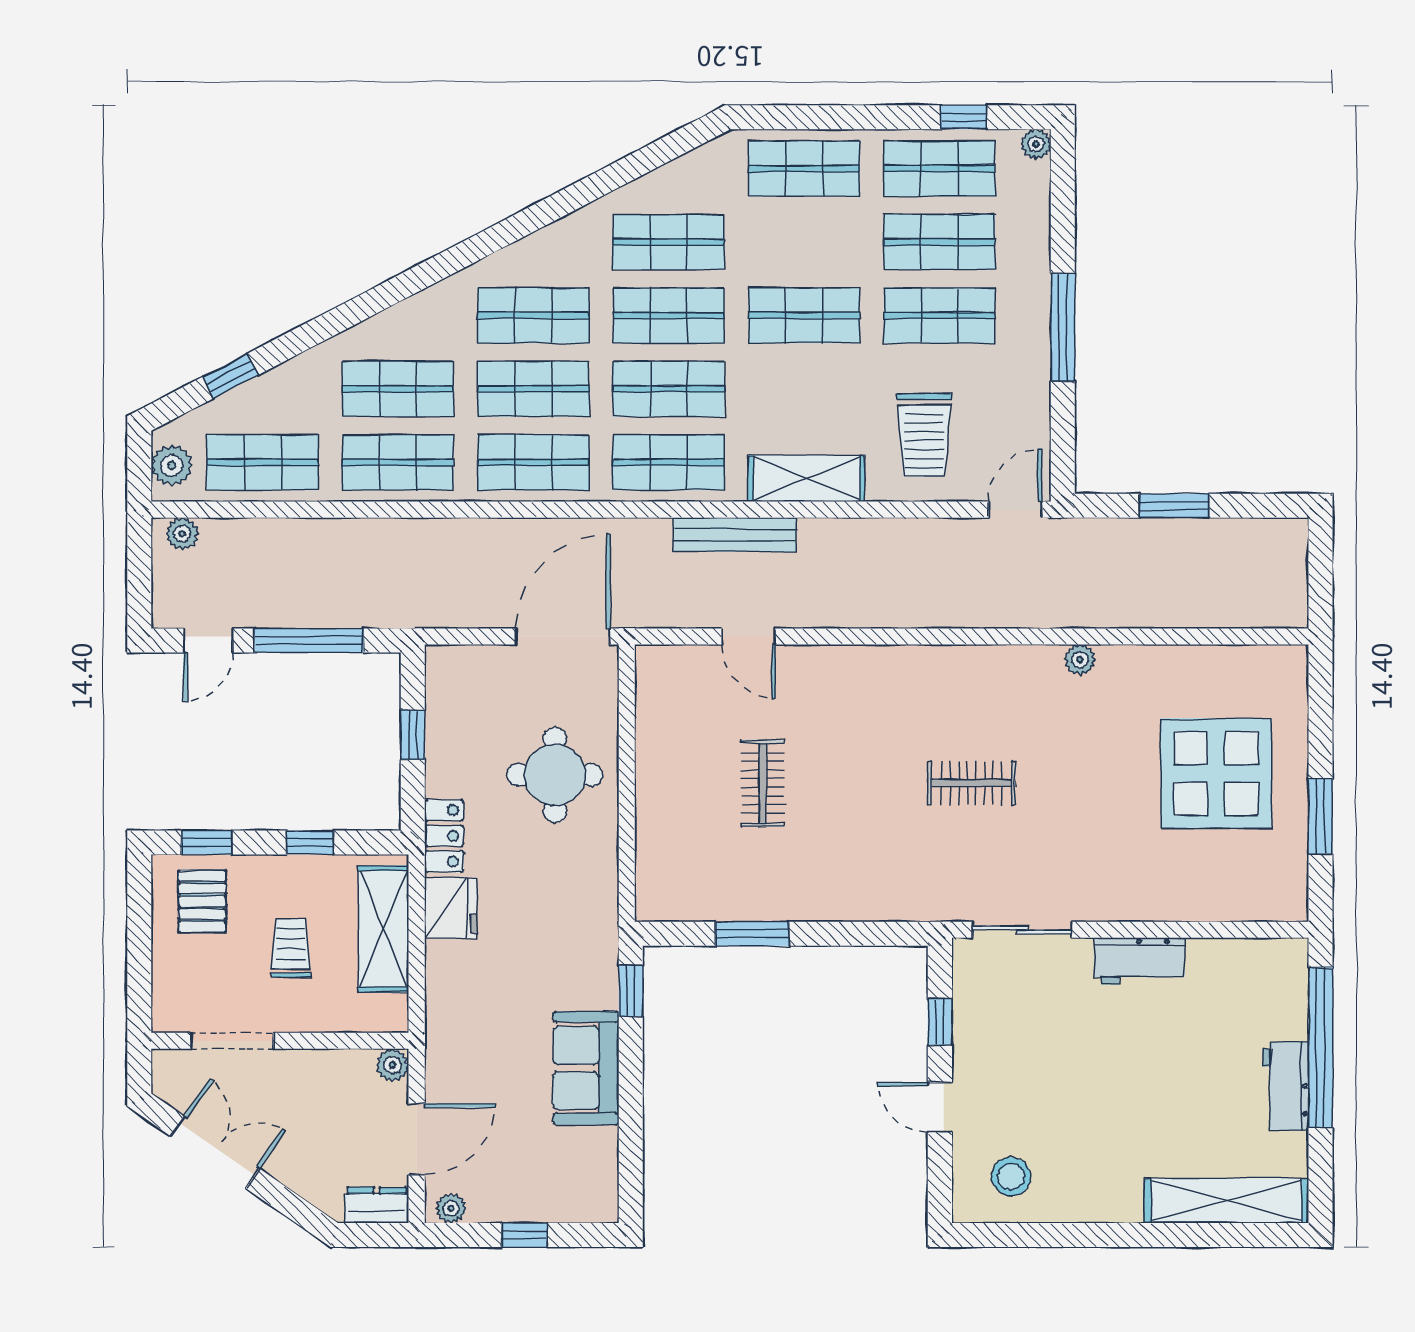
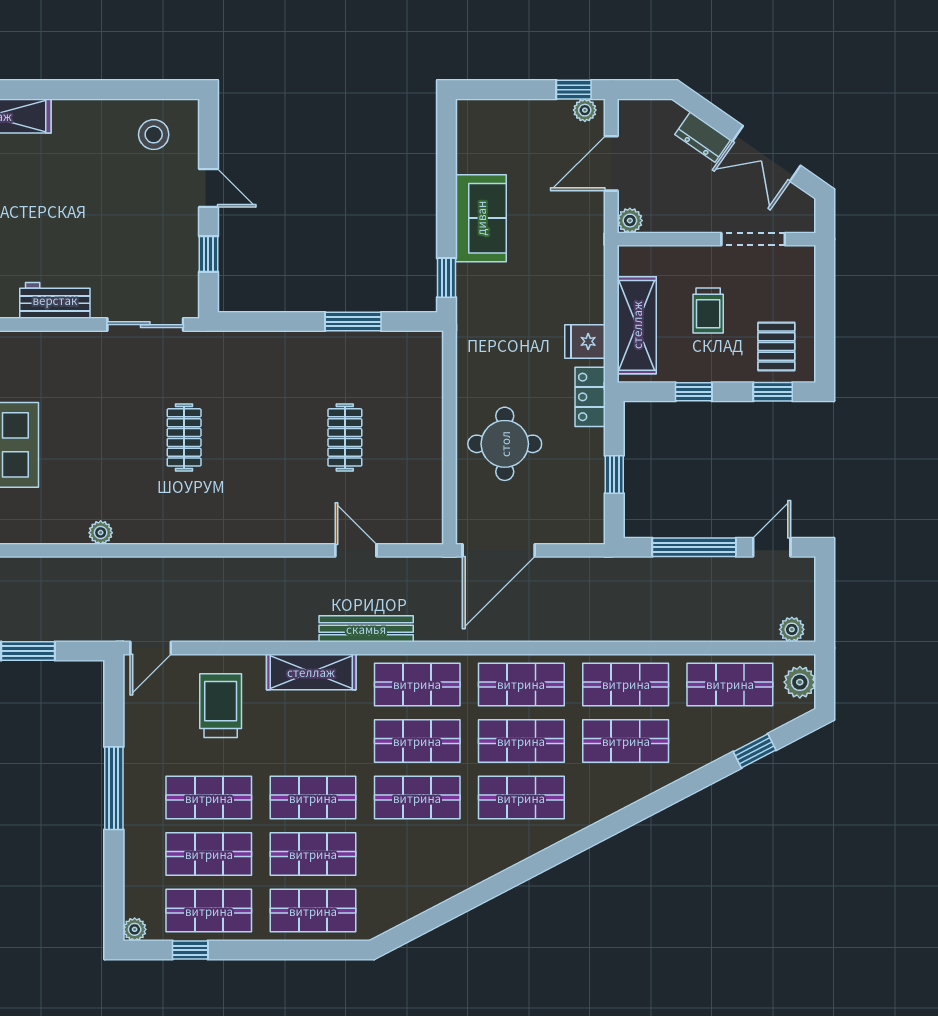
shop shelf: (669, 242) -> (313, 854), moved
clothes rail: (972, 783) -> (184, 437), turned 90
fridge: (451, 908) -> (585, 341), width x0.72
dresser: (377, 1205) -> (703, 137), moved, turned 35
window: (524, 1235) -> (574, 90), moved

